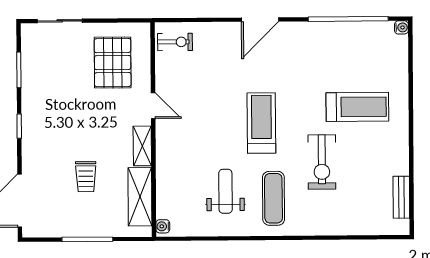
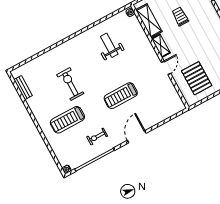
exercise bike: (175, 42) -> (97, 137), moved
door: (153, 106) -> (166, 68), swing flipped
treadmill: (261, 123) -> (121, 96), moved, turned 90
weight bench: (225, 191) -> (109, 45), turned 180
exercise mat: (273, 198) -> (84, 54), removed

